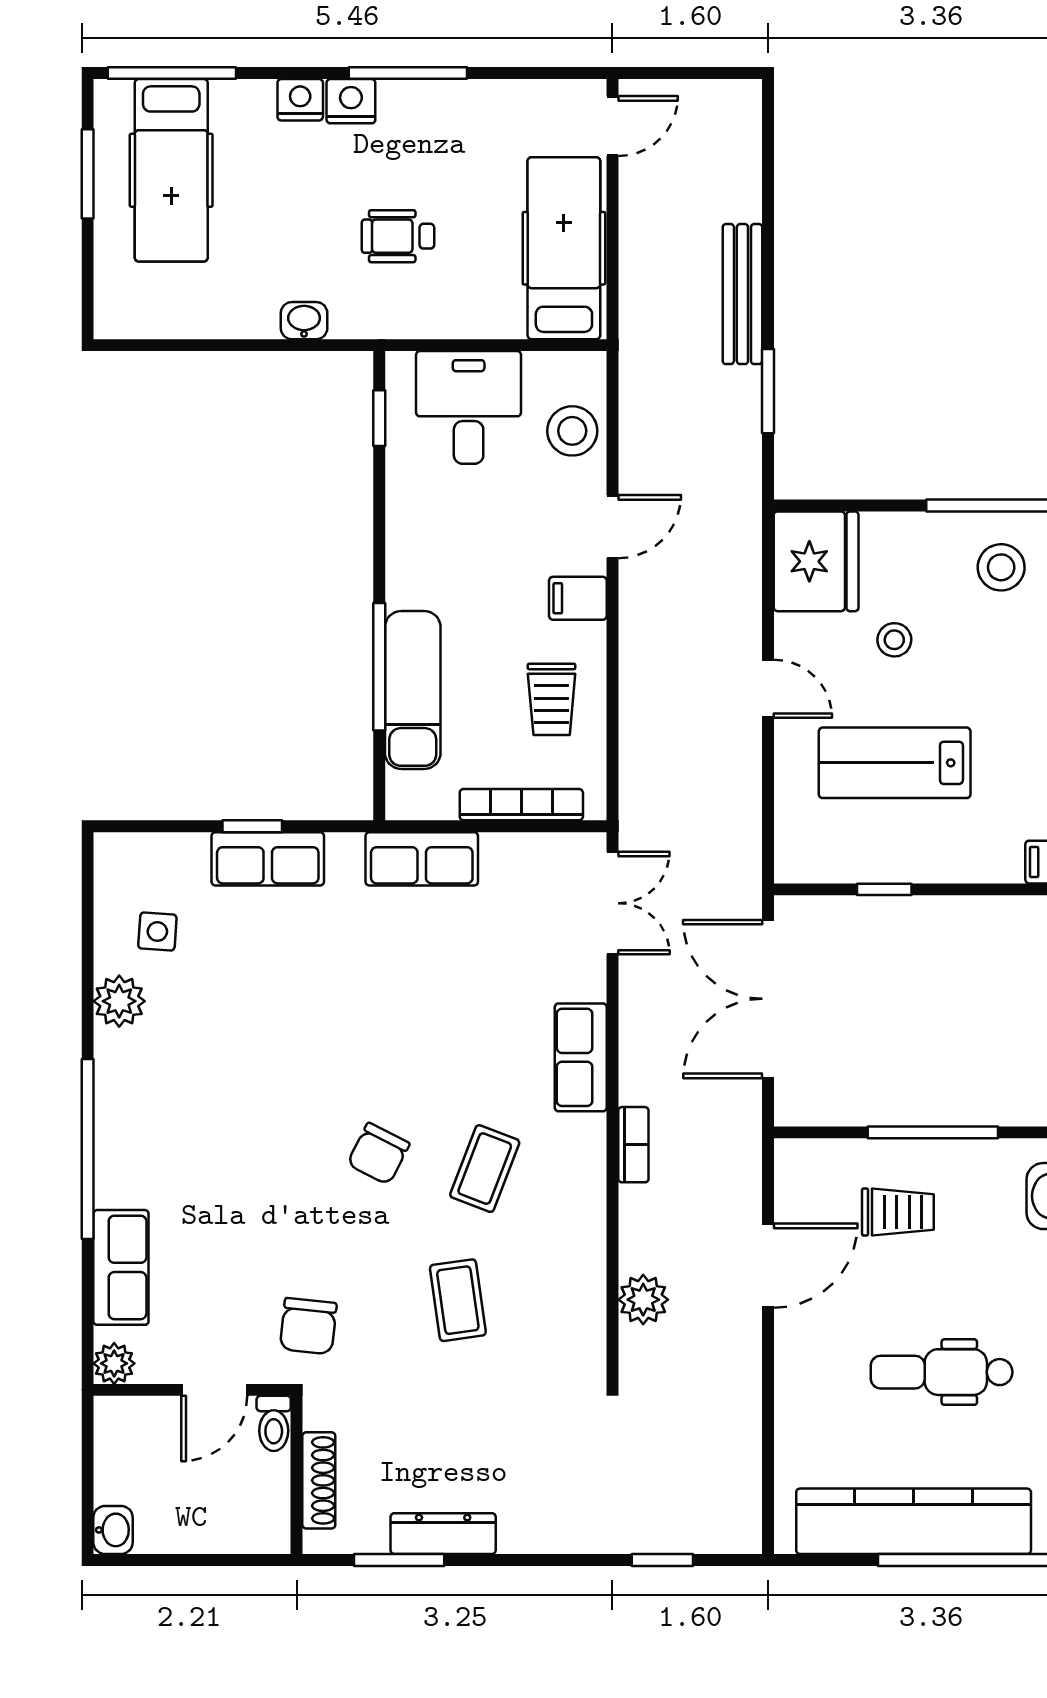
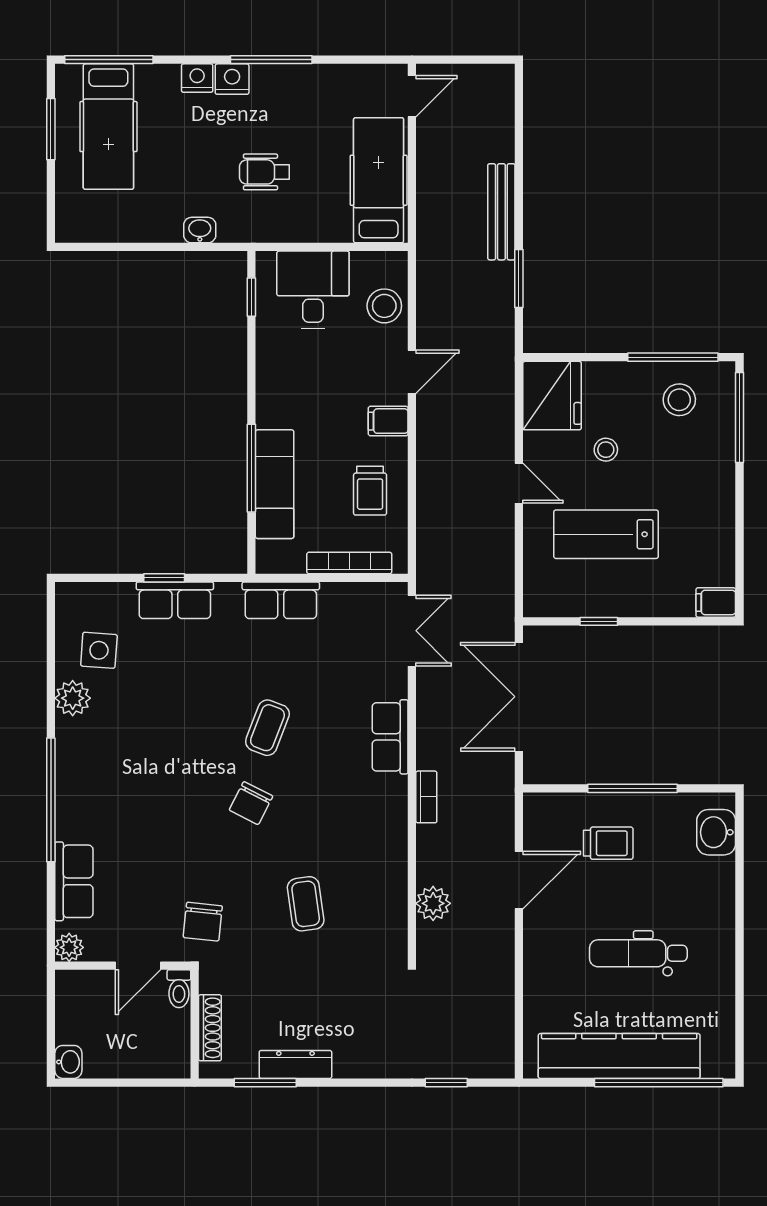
side table: (157, 932) -> (99, 650), width x1.37, depth x1.37
coffee table: (485, 1169) -> (267, 728), moved

